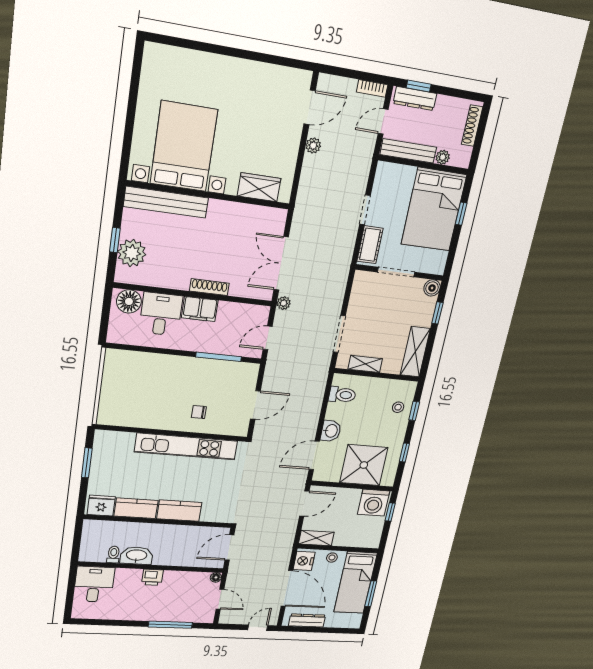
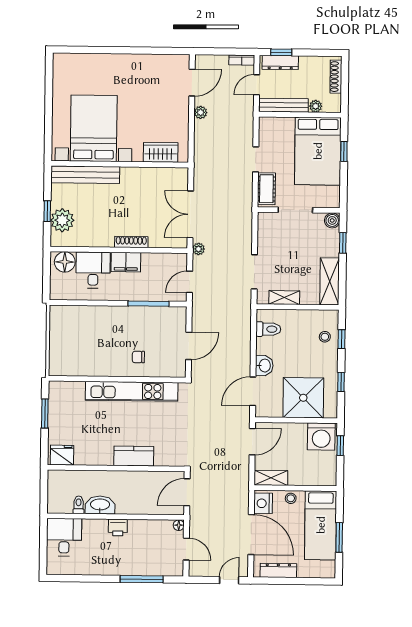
kitchen counter: (136, 508) -> (94, 456), removed

